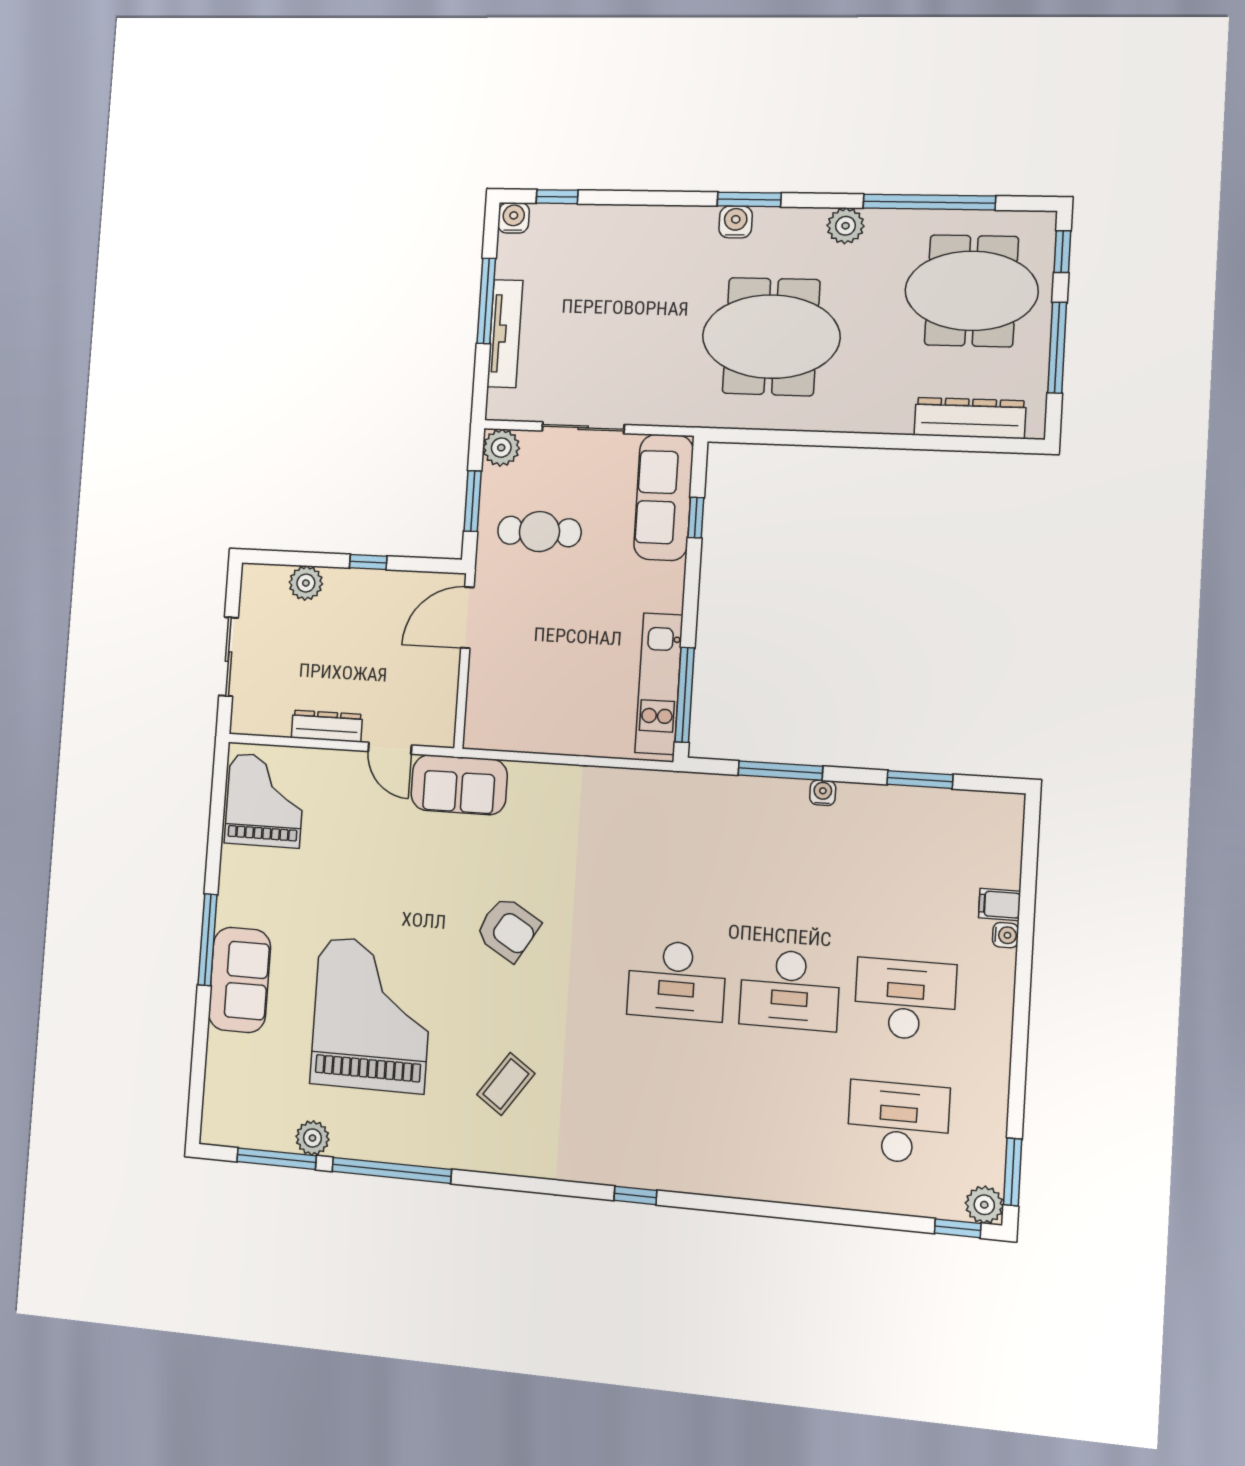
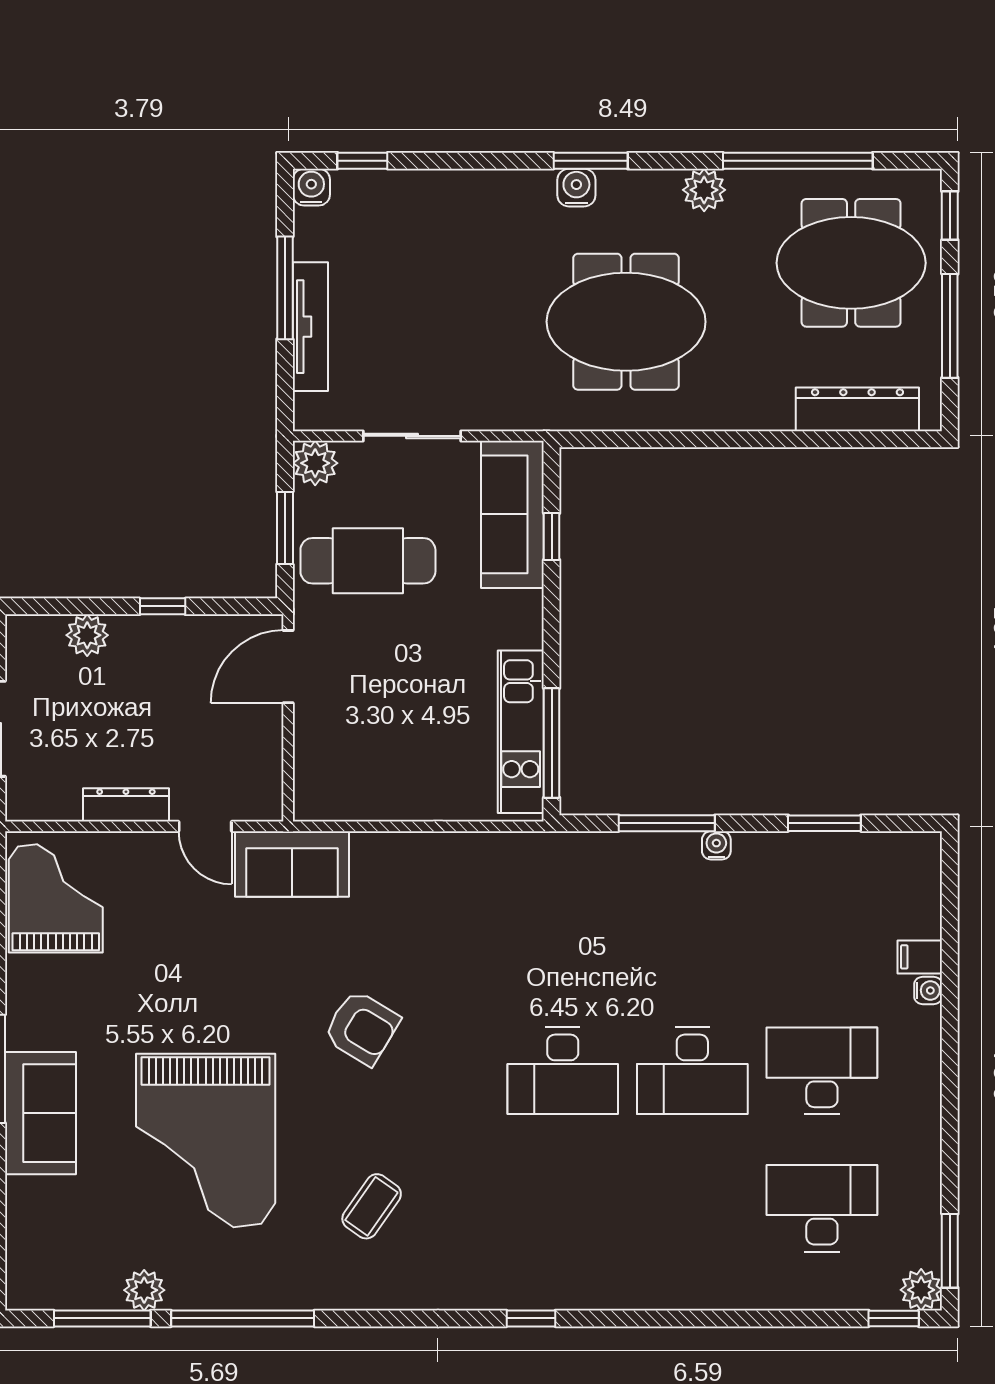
cafe table: (539, 532) -> (368, 561), width x1.37, depth x1.35
grand piano: (372, 1015) -> (206, 1141), turned 180

